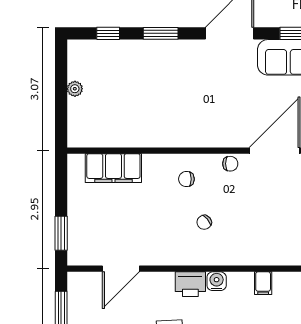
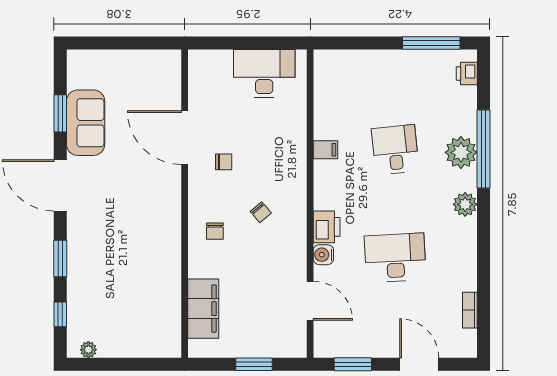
plant: (75, 89) -> (88, 350), moved
chair: (230, 164) -> (224, 162), moved, turned 90
window: (61, 233) -> (254, 364), moved
water cooler: (217, 281) -> (323, 255), moved

